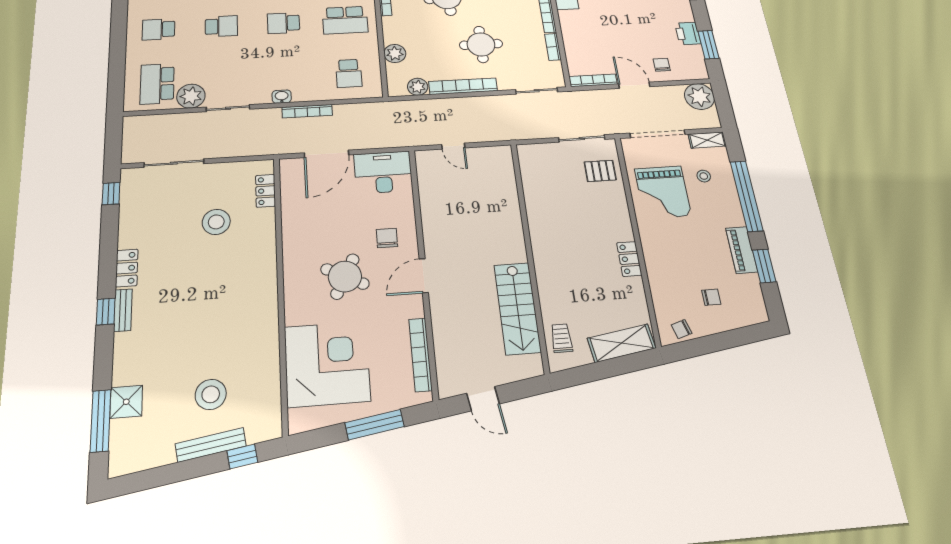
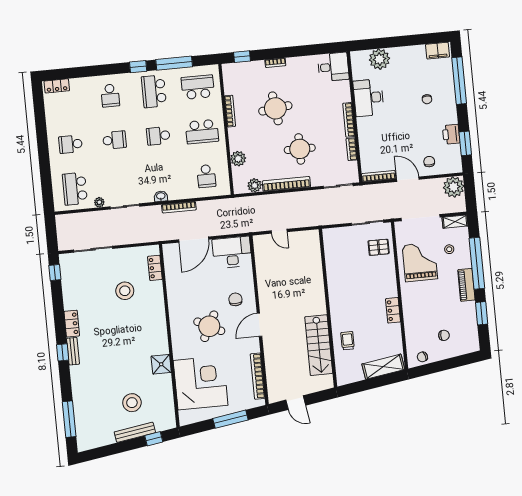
plant: (191, 96) -> (99, 202), width x0.53, depth x0.53
grand piano: (663, 192) -> (420, 262), turned 180
piano: (742, 250) -> (466, 285), moved
trolley: (561, 338) -> (348, 341), moved
shower: (126, 402) -> (161, 364), moved

